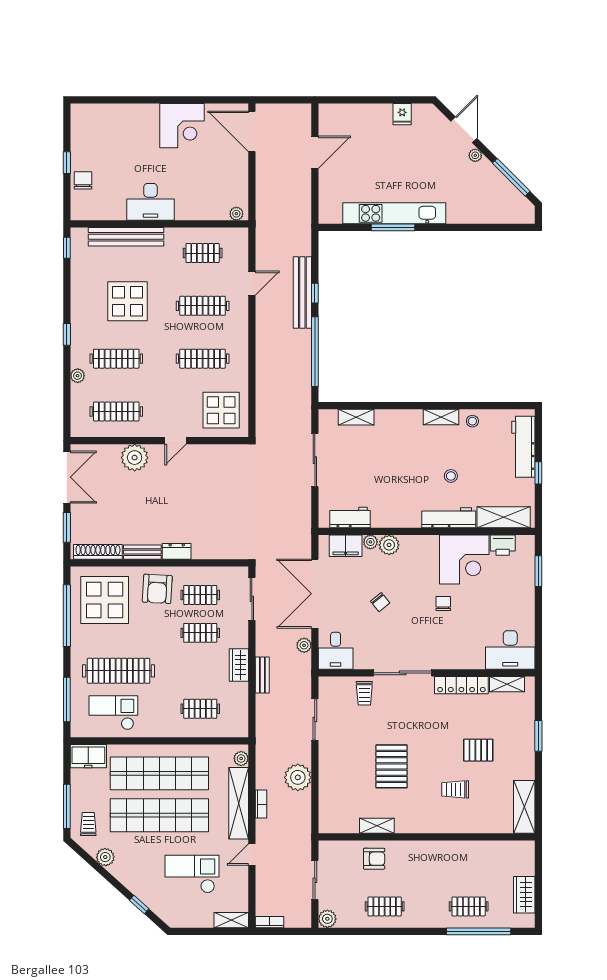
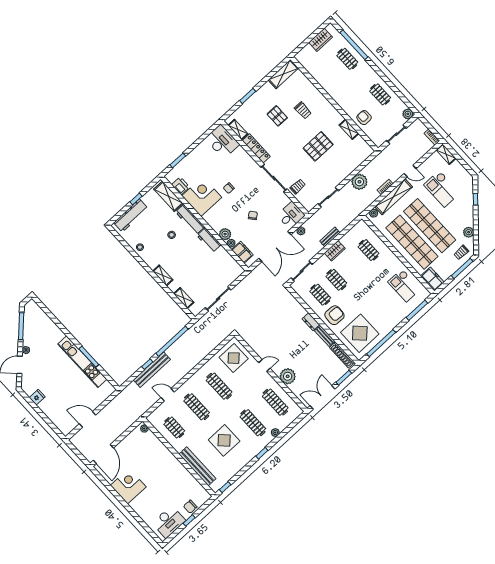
desk: (150, 202) -> (169, 522), moved, turned 90
shelving: (441, 417) -> (163, 275), moved
workbench: (350, 517) -> (209, 240), moved
clothes rail: (119, 671) -> (384, 300), removed

